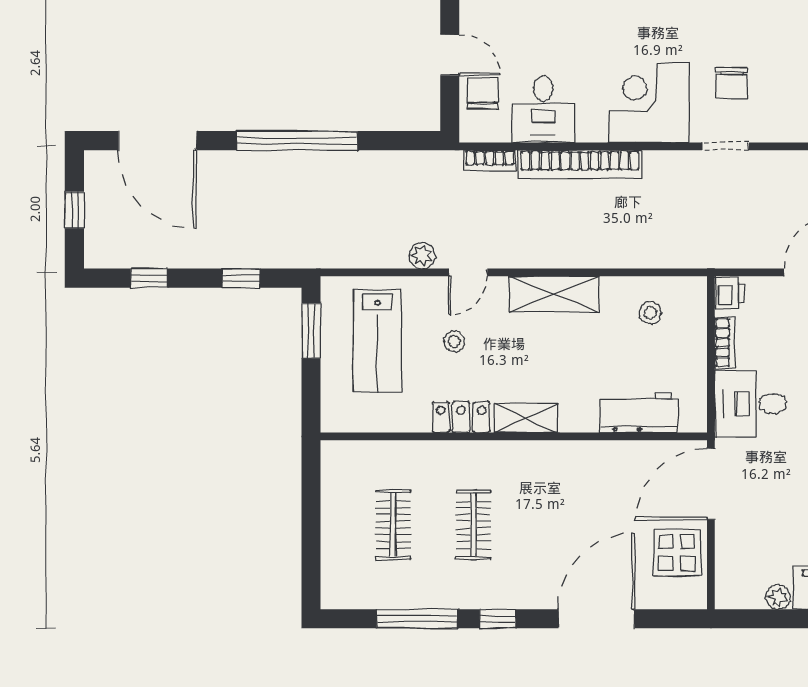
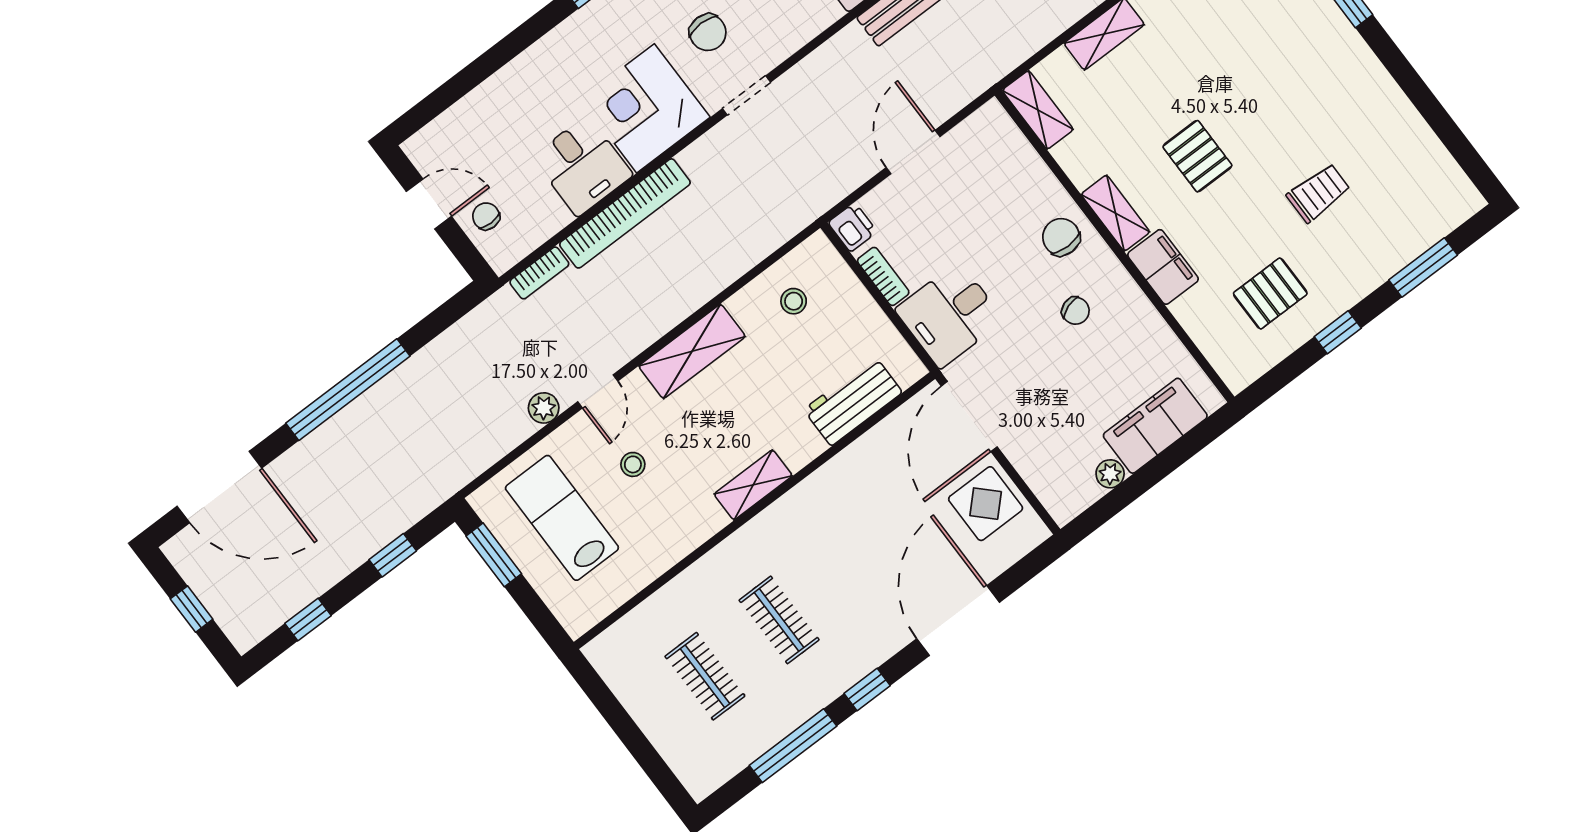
chair: (483, 93) -> (486, 216), width x0.73, depth x0.73
desk: (543, 109) -> (582, 166), moved
lab bench: (377, 341) -> (562, 518), turned 180
locker: (461, 417) -> (692, 530), removed

